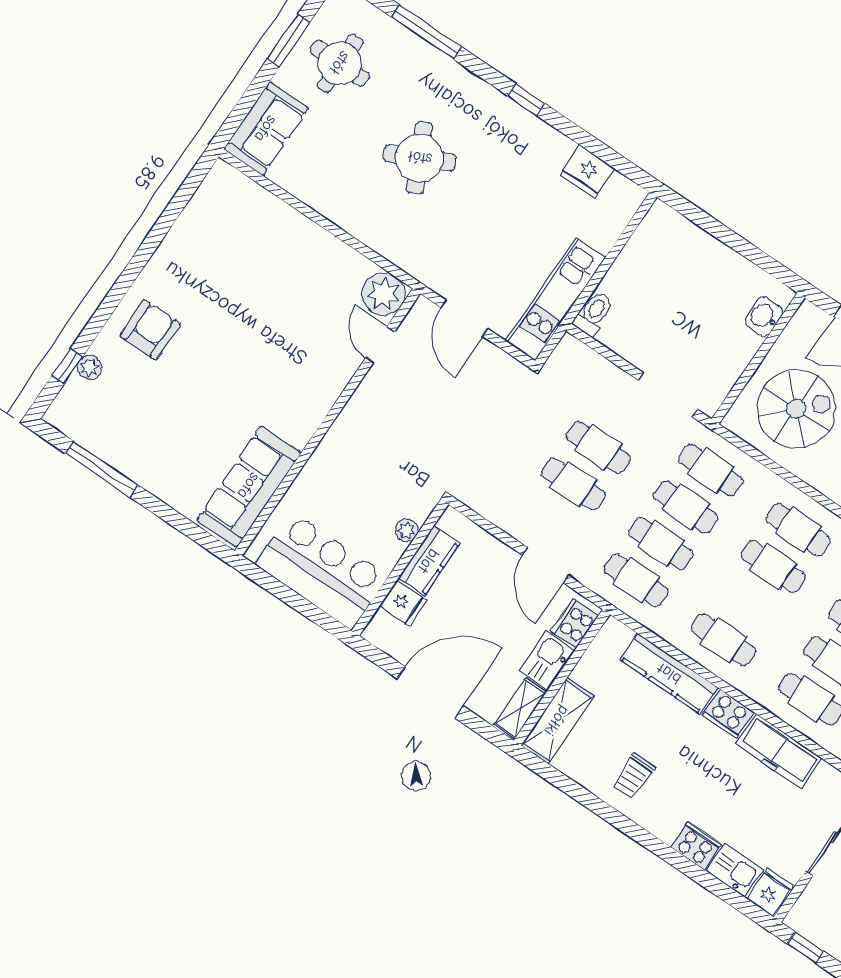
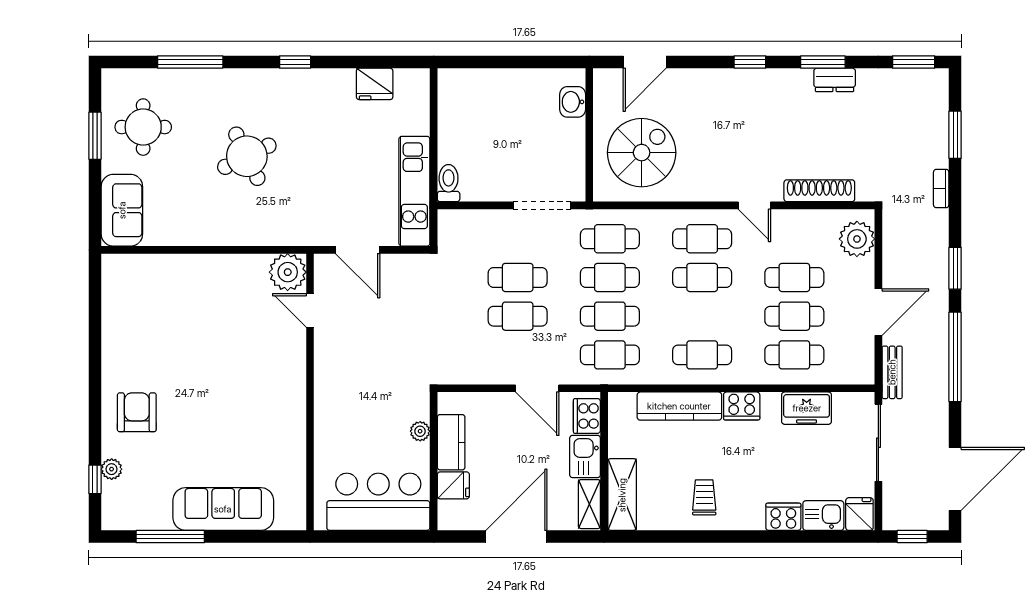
sofa: (249, 486) -> (223, 509), moved, turned 90
freezer: (779, 751) -> (807, 408), width x0.71
trolley: (633, 776) -> (704, 497), turned 180

